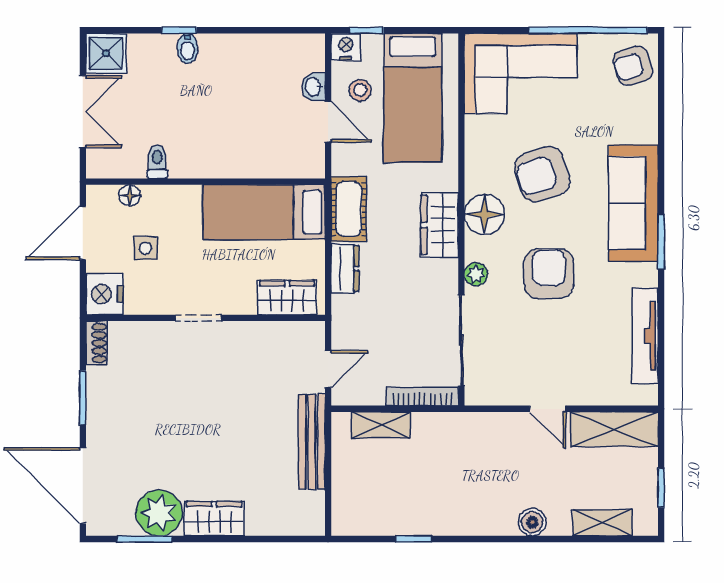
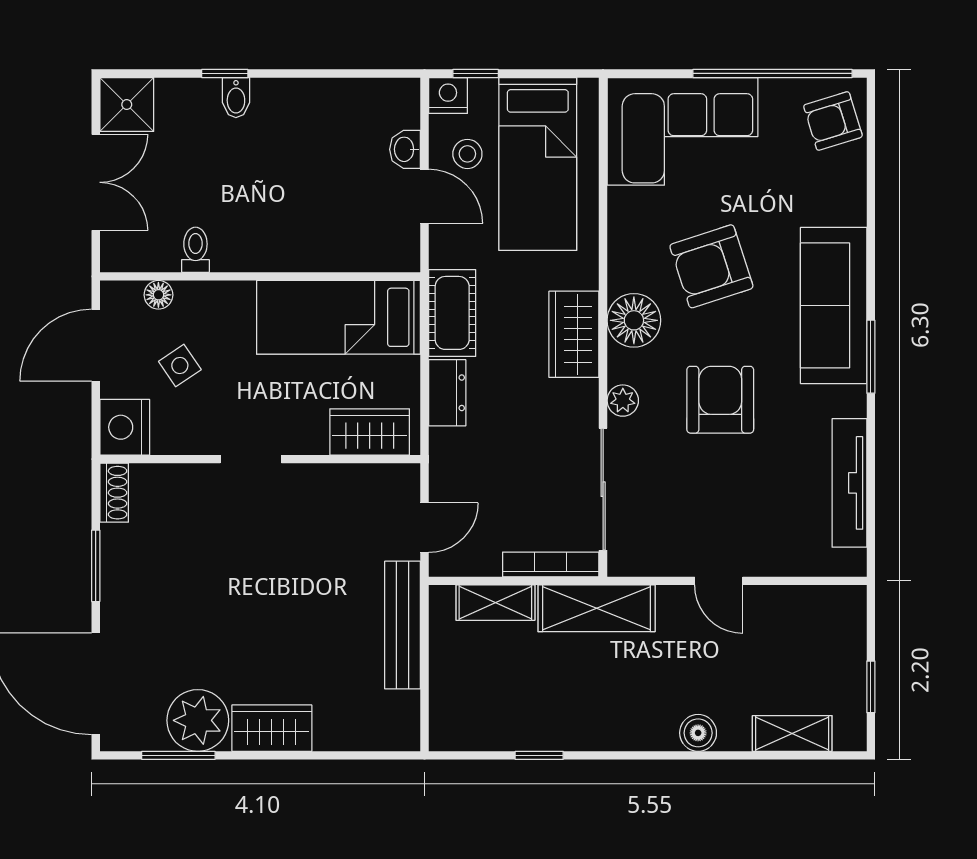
side table: (146, 248) -> (180, 366), turned -34
shelving: (614, 429) -> (597, 608), moved

